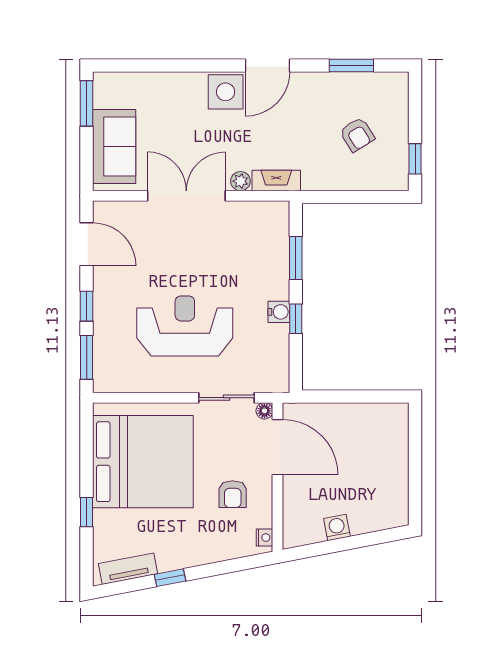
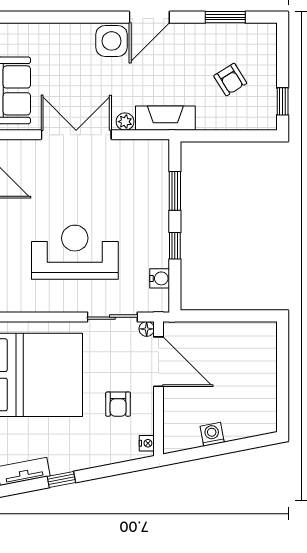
fireplace: (276, 181) -> (165, 118), width x1.37, depth x1.32
water cooler: (279, 312) -> (160, 278), moved

